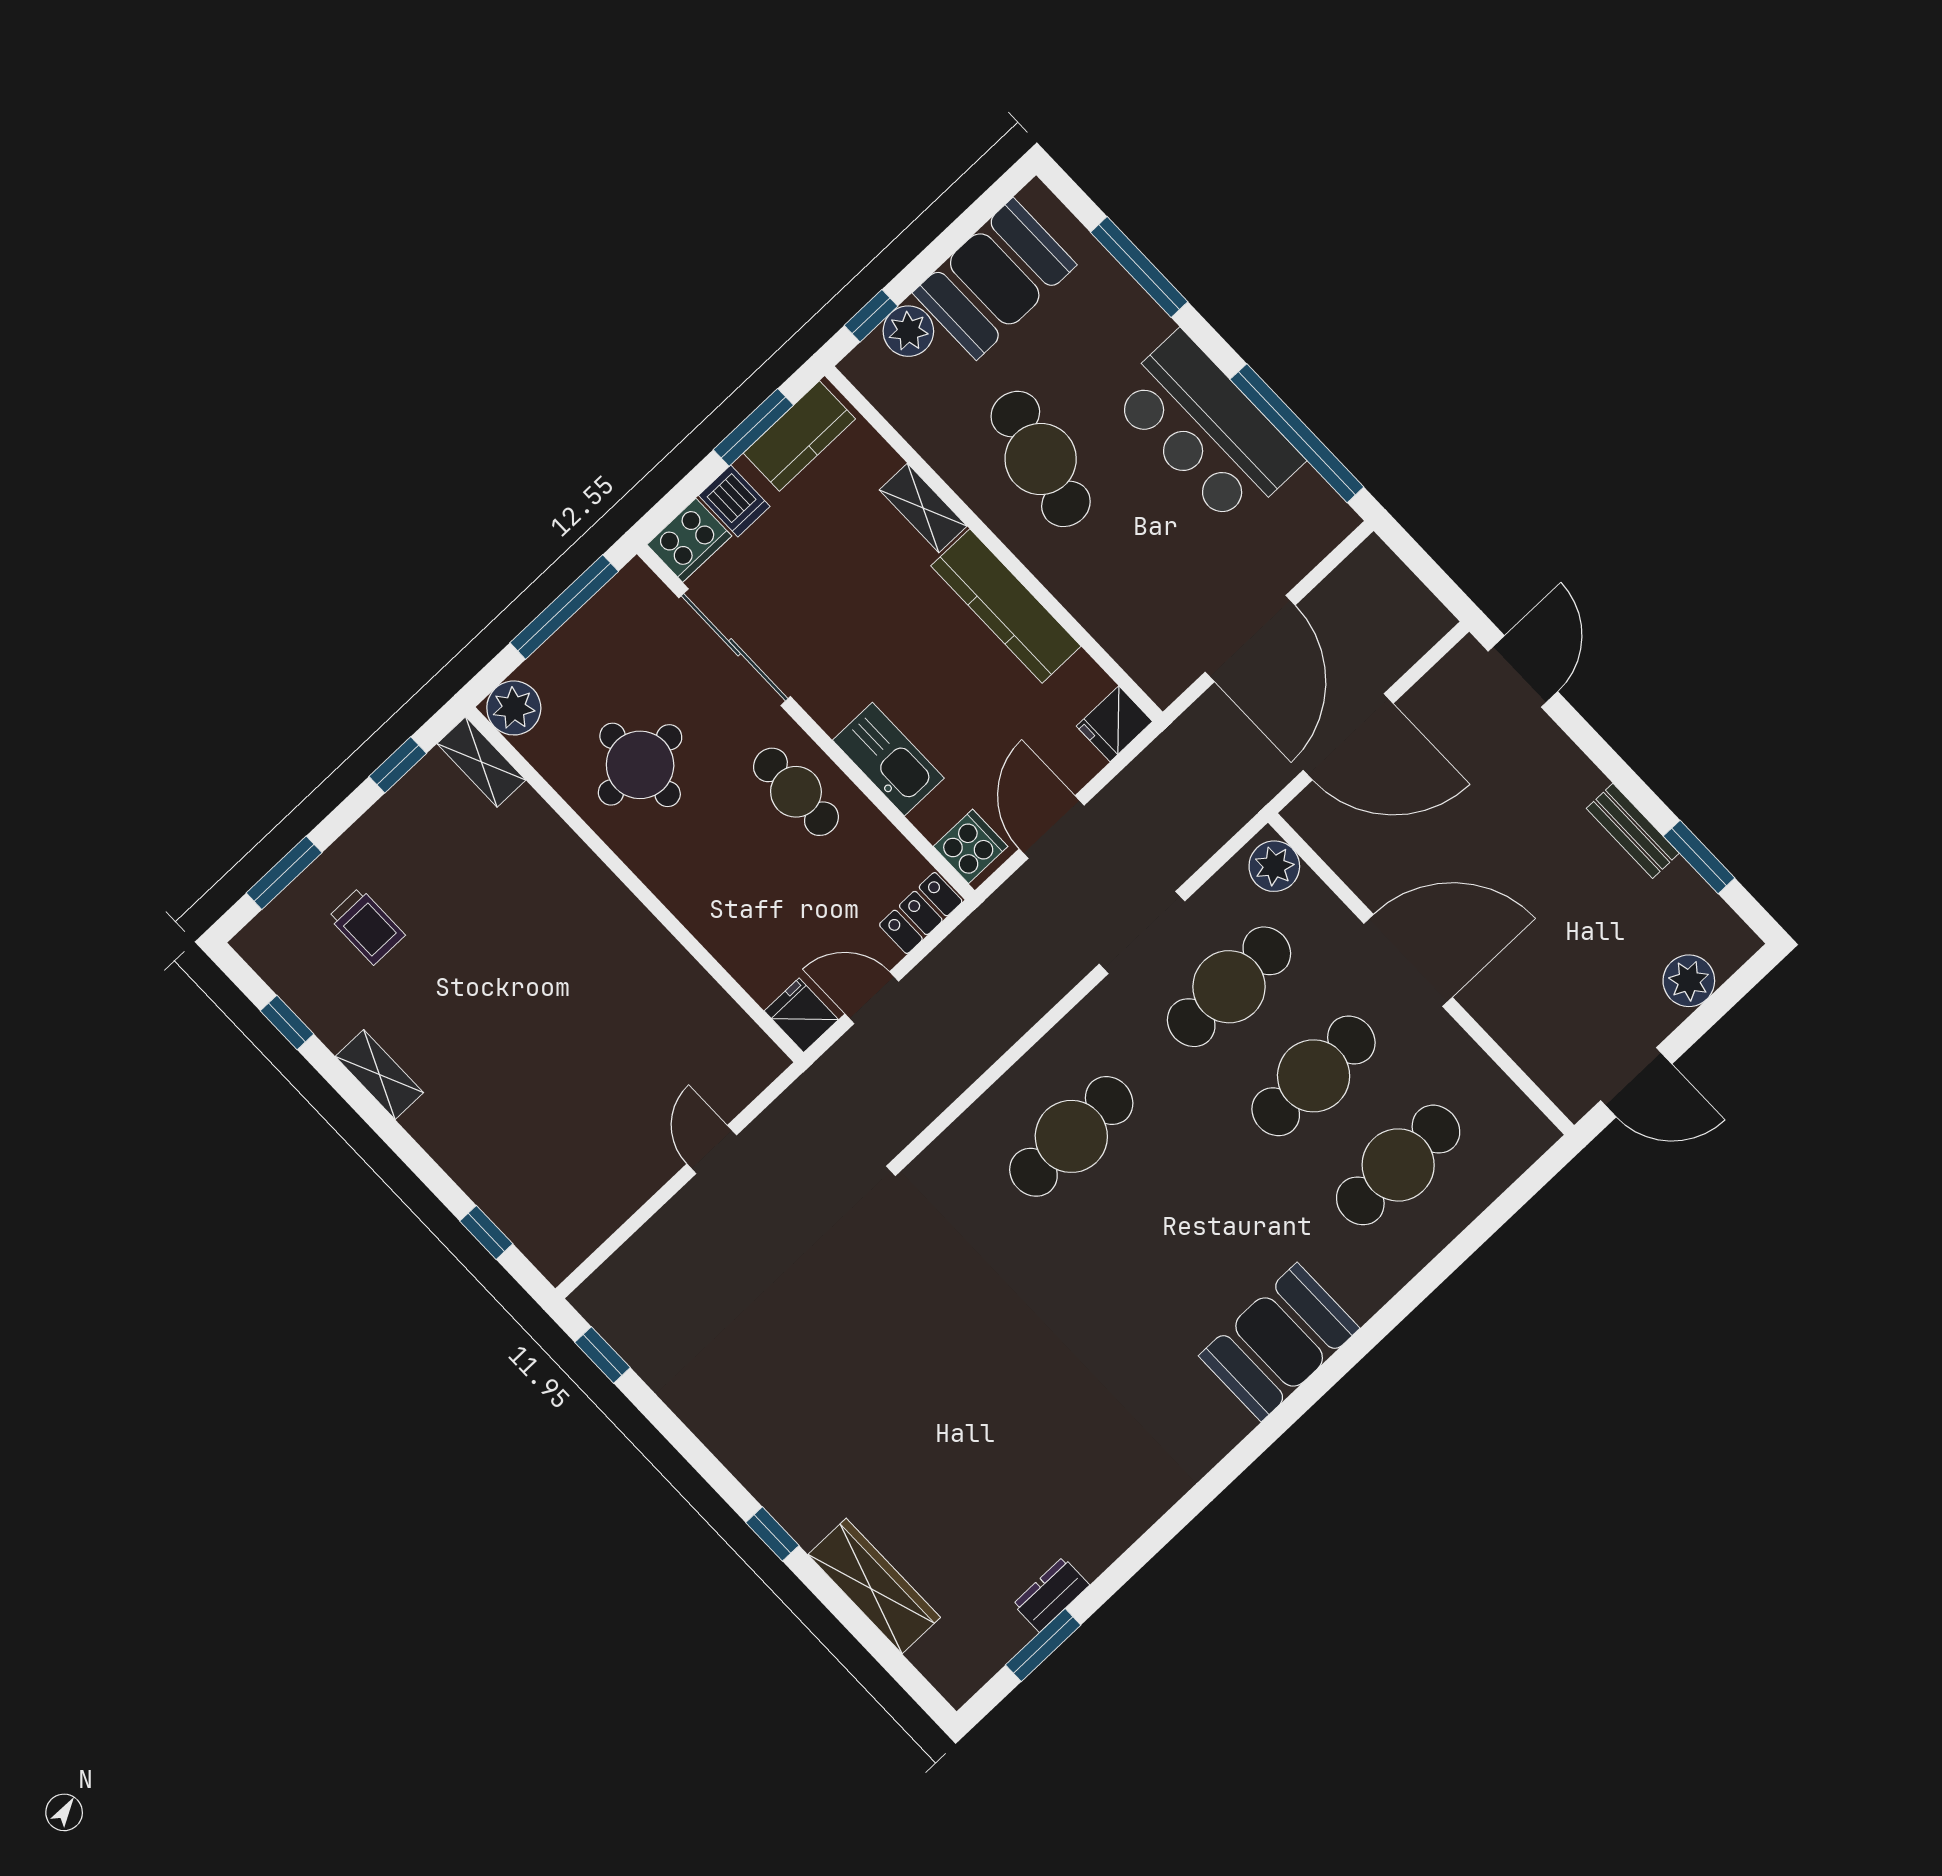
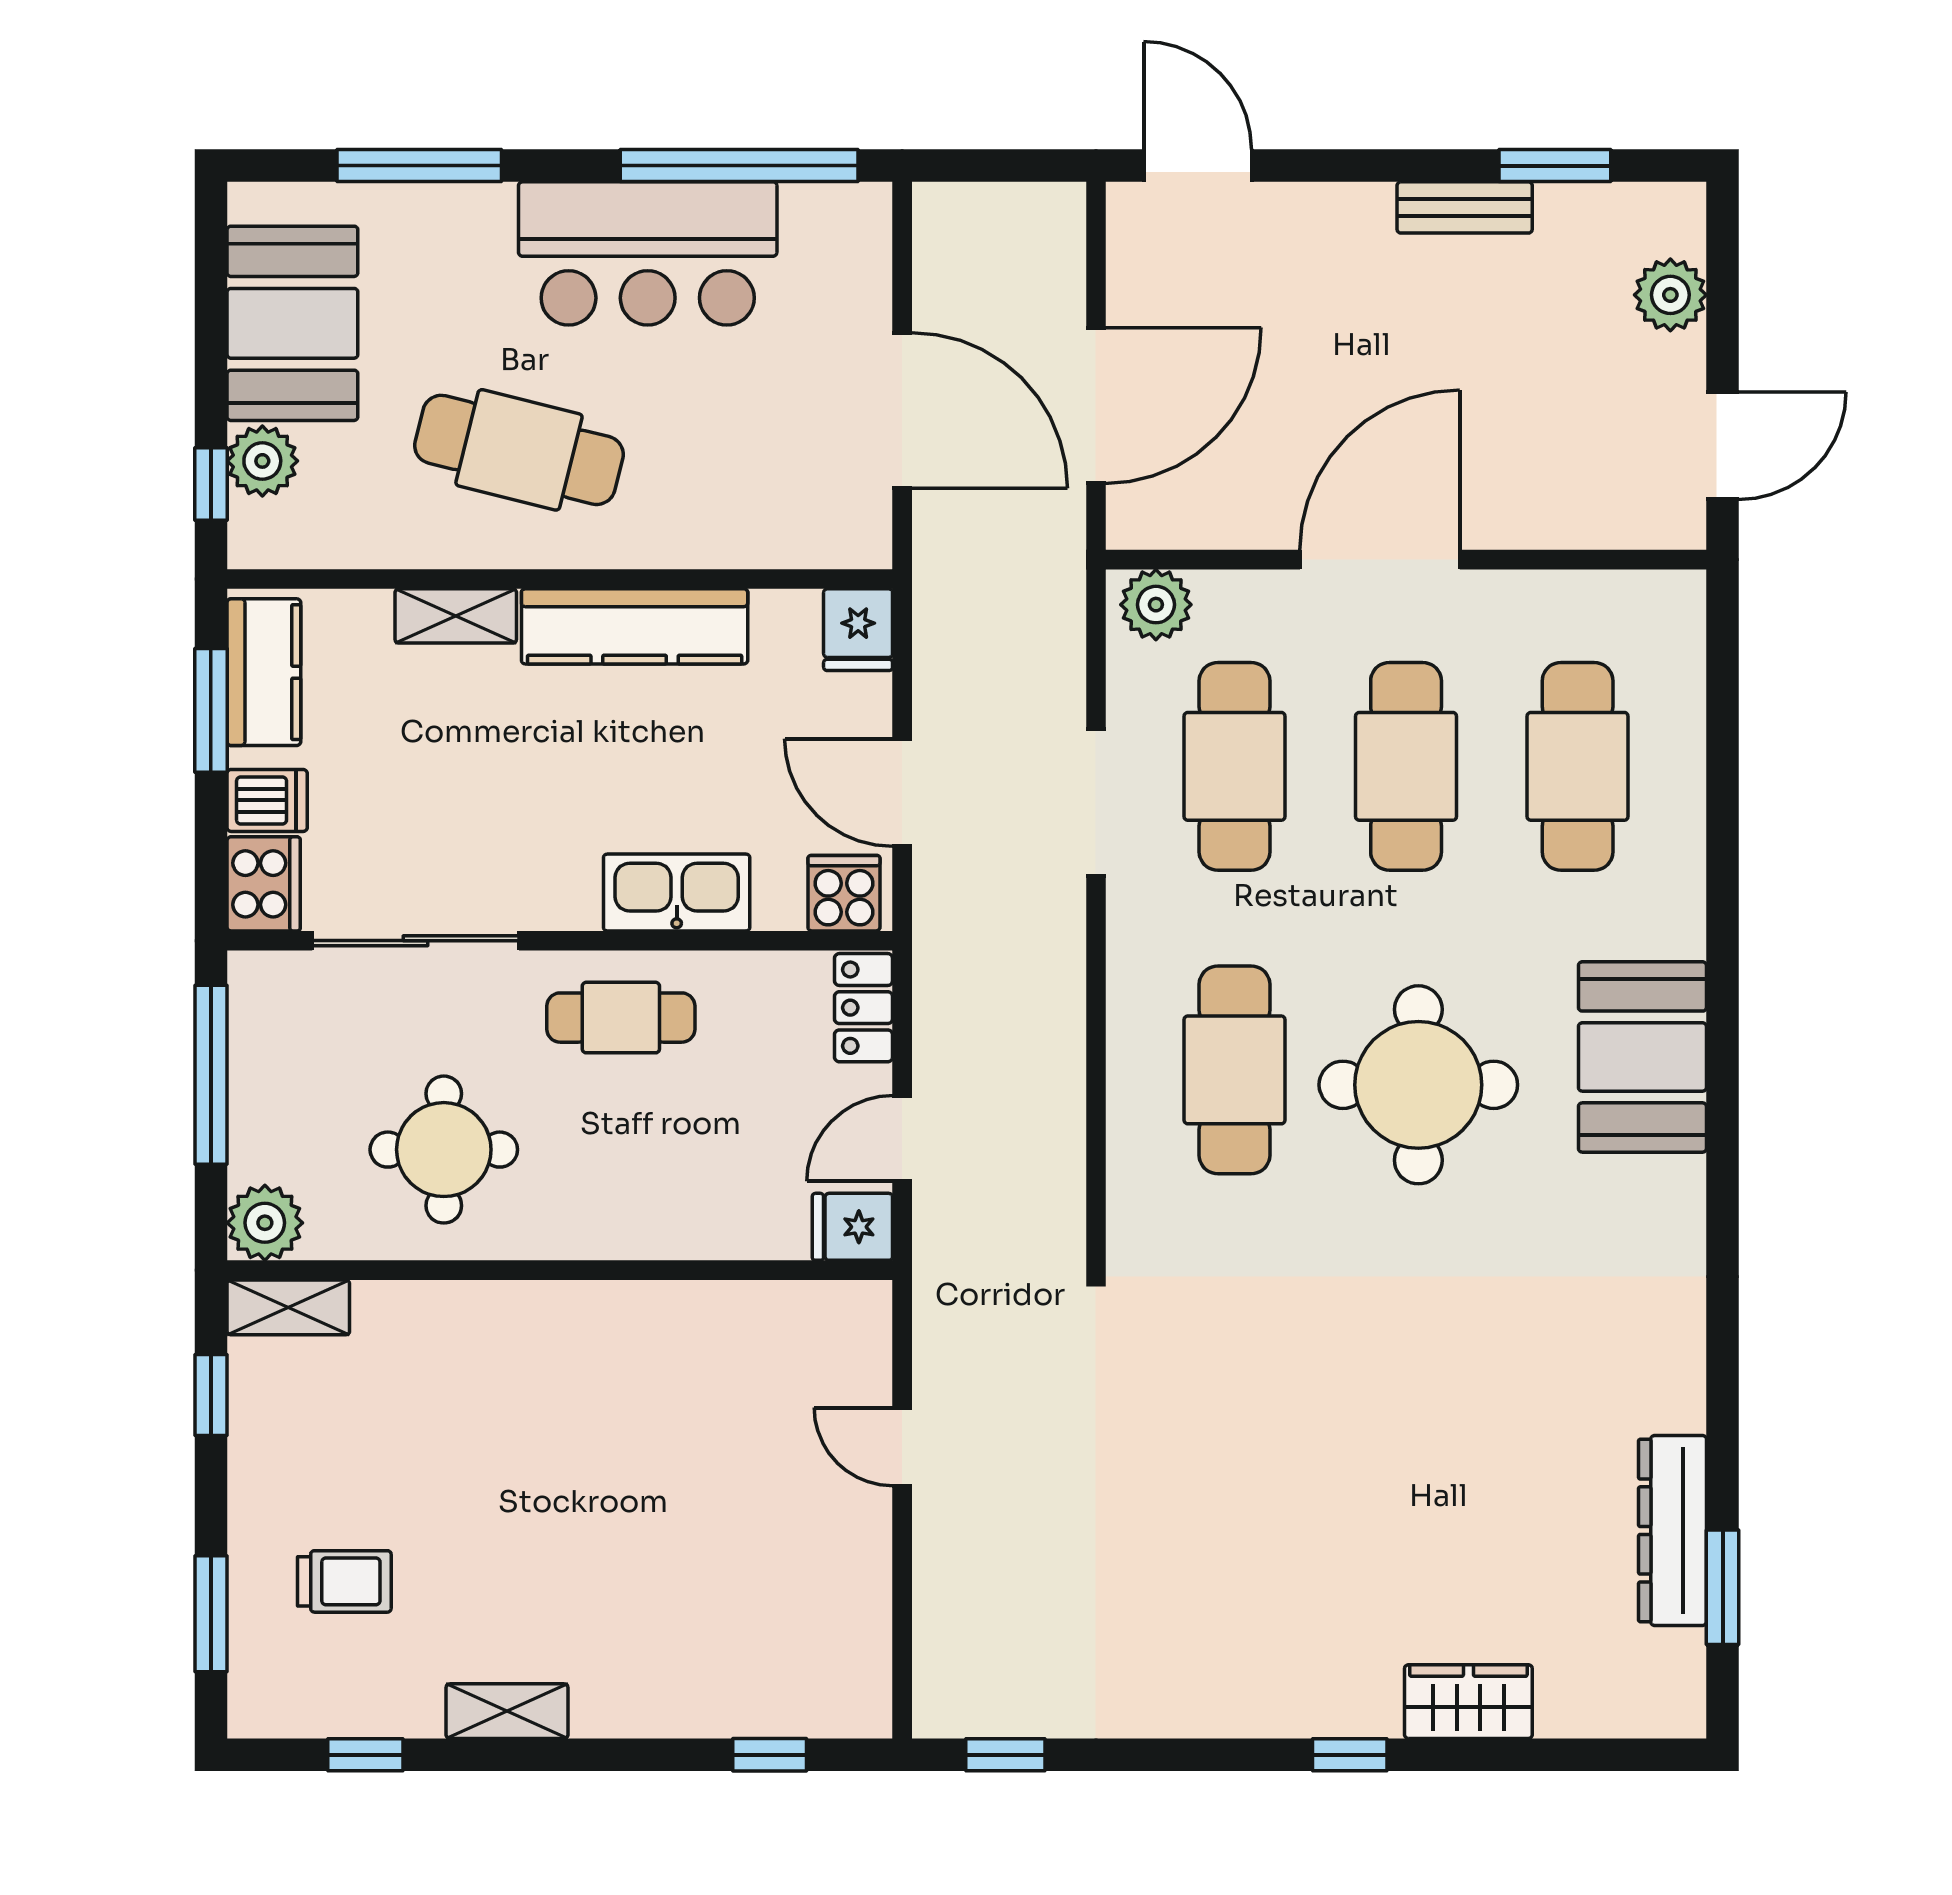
round table: (1154, 1239) -> (1418, 1085), added
wardrobe: (874, 1586) -> (1468, 1702), width x0.67
dresser: (1051, 1594) -> (1672, 1530), width x1.96, depth x1.24

